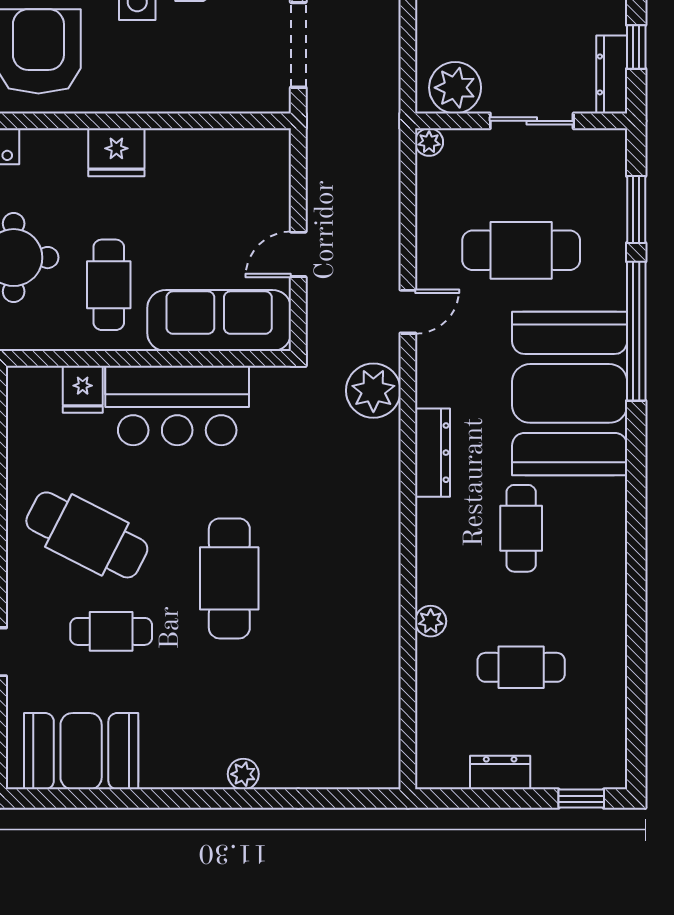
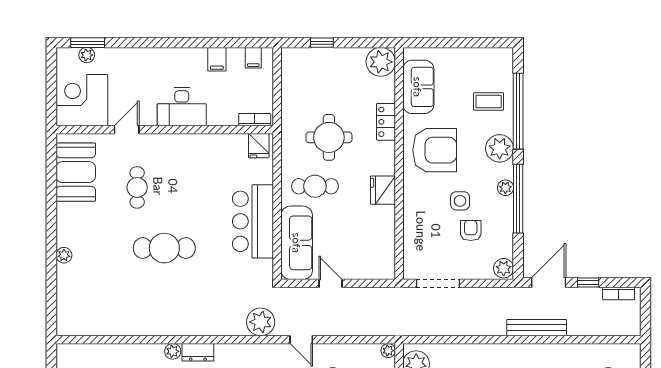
fridge: (83, 389) -> (259, 146), moved, turned -90
dresser: (432, 453) -> (198, 352), moved, width x0.70
cafe table: (87, 535) -> (187, 175), removed
plant: (431, 621) -> (173, 351), moved

